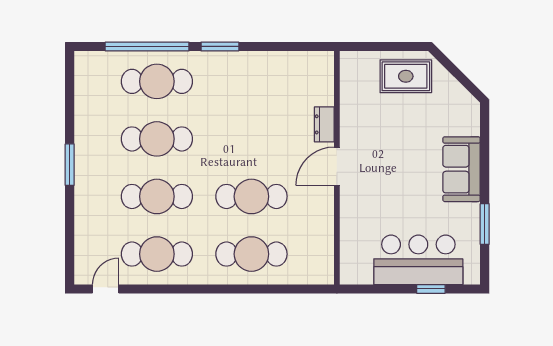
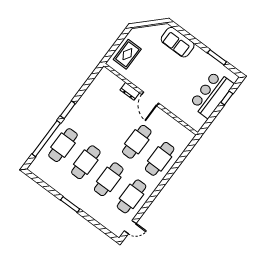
rug: (406, 76) -> (127, 54), moved
sofa: (462, 169) -> (178, 42), moved
door: (106, 289) -> (130, 227), swing flipped

